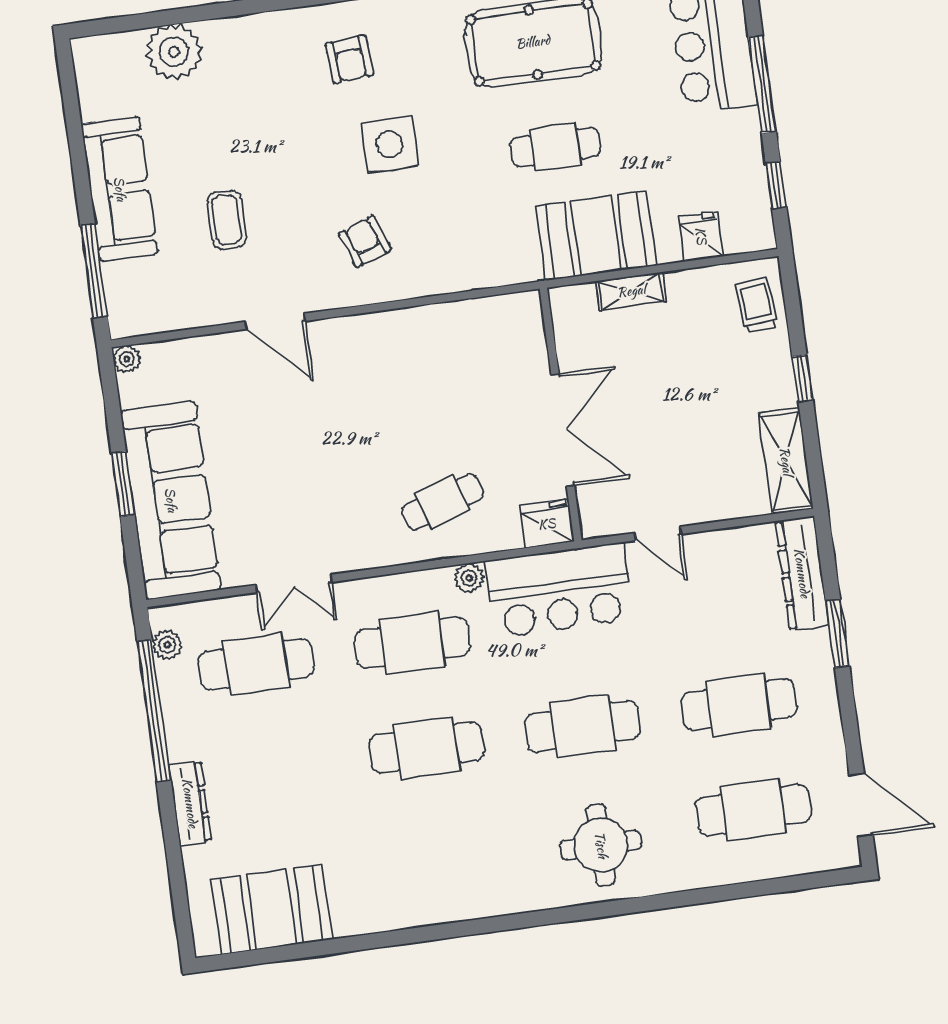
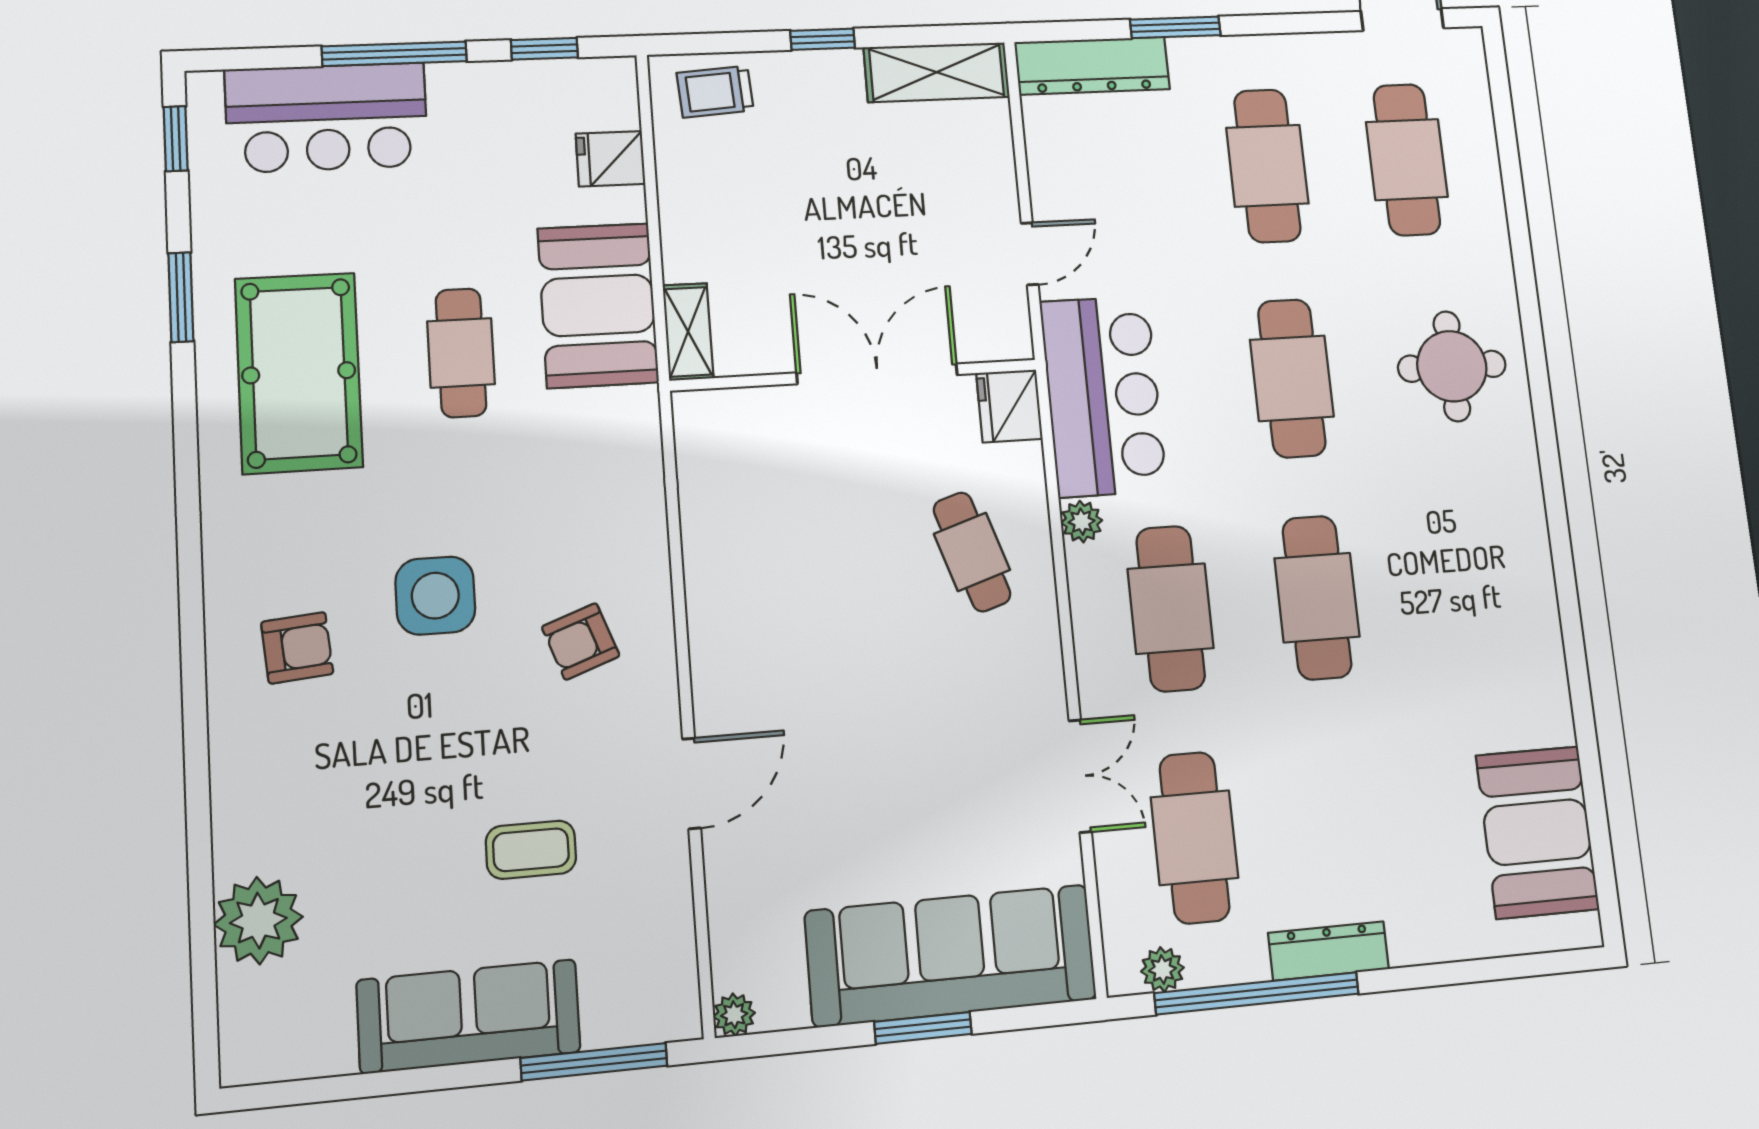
shelving: (631, 291) -> (688, 332), moved
dresser: (190, 803) -> (1329, 951), moved

